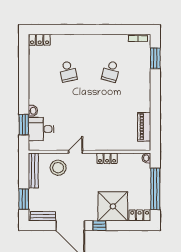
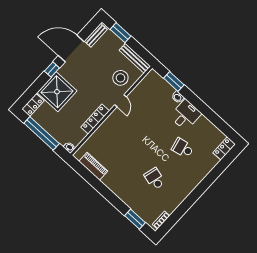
desk: (41, 129) -> (185, 115), moved
locker: (107, 158) -> (95, 119), width x1.53

